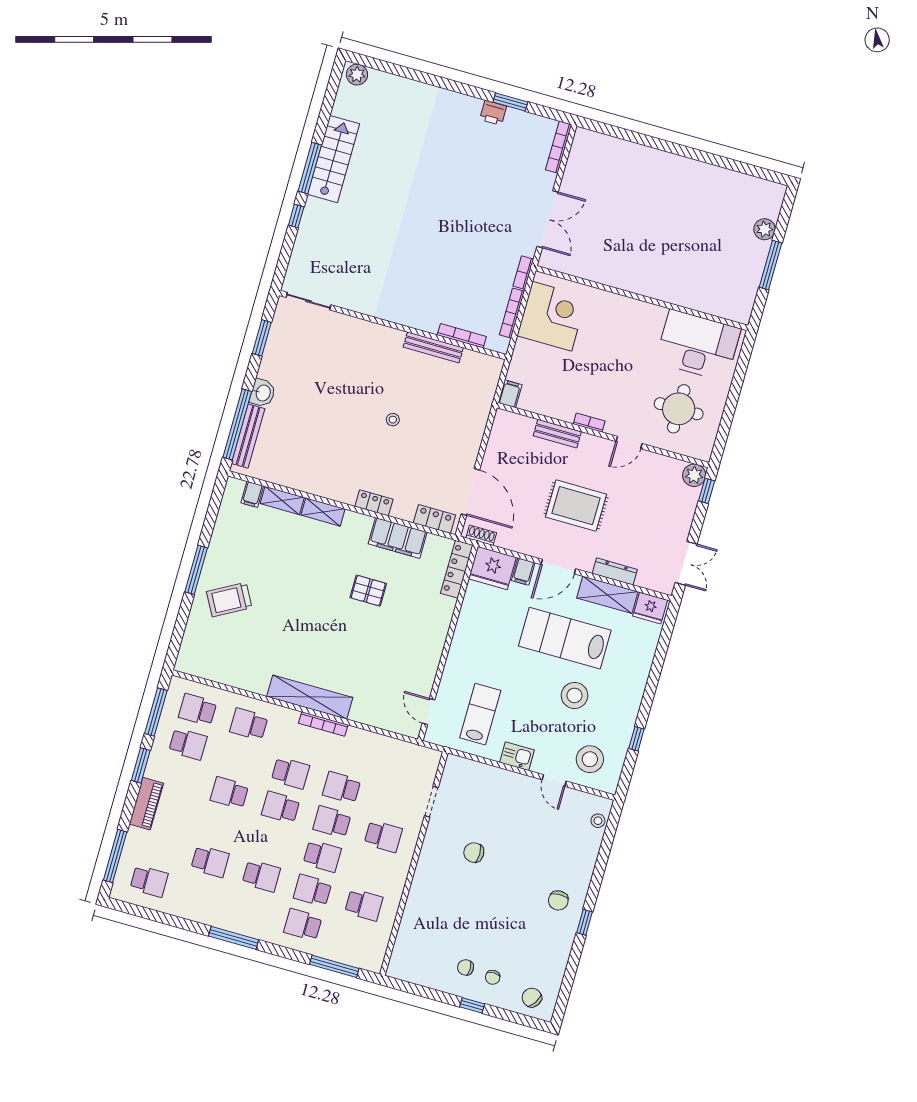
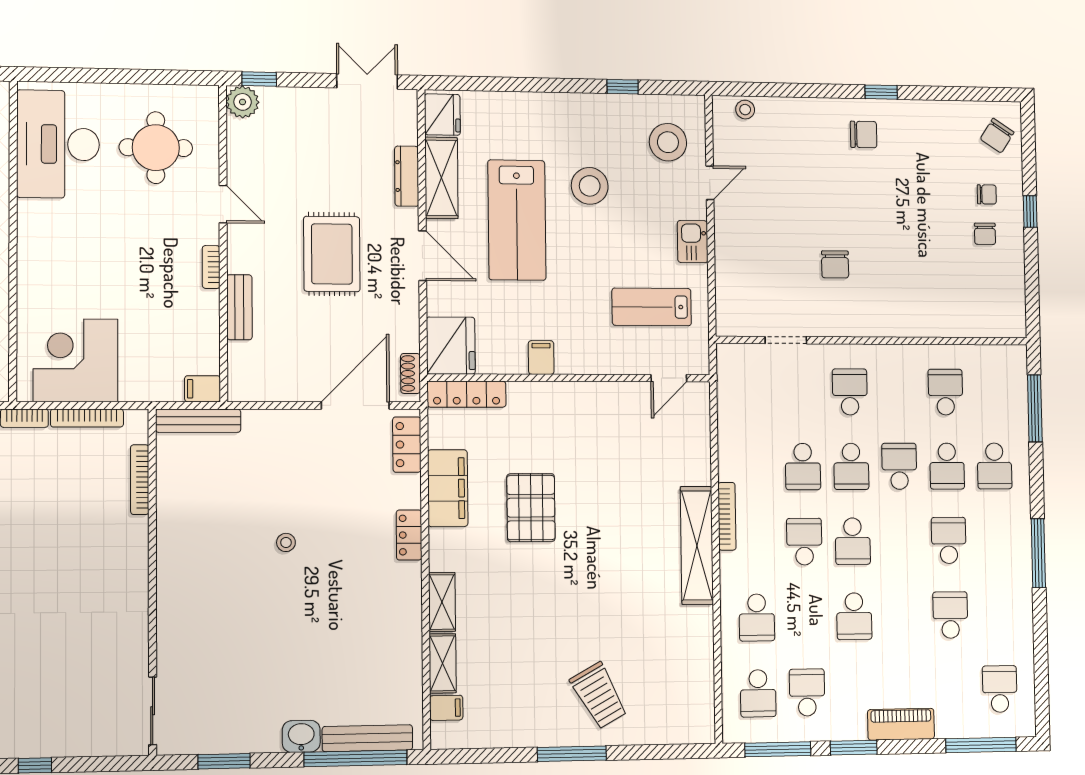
bench: (433, 347) -> (198, 421), moved, turned 90
filing cabinet: (523, 571) -> (541, 358), moved, turned -90
pallet: (368, 591) -> (531, 508), width x1.50, depth x1.42

